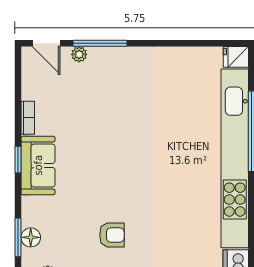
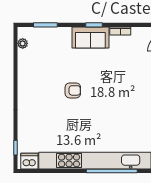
armchair: (112, 235) -> (73, 90), moved, turned -90
floor lamp: (31, 237) -> (45, 33), removed

